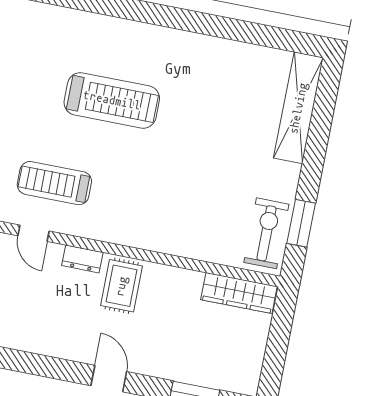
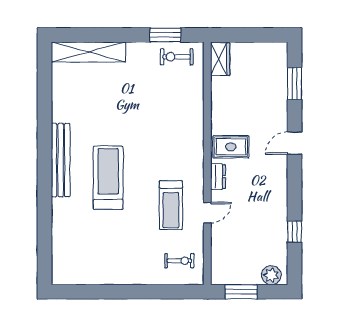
bench: (151, 37) -> (61, 160), added
exercise bike: (266, 233) -> (177, 57), width x0.73, depth x0.72
wardrobe: (239, 293) -> (220, 59), width x0.67

